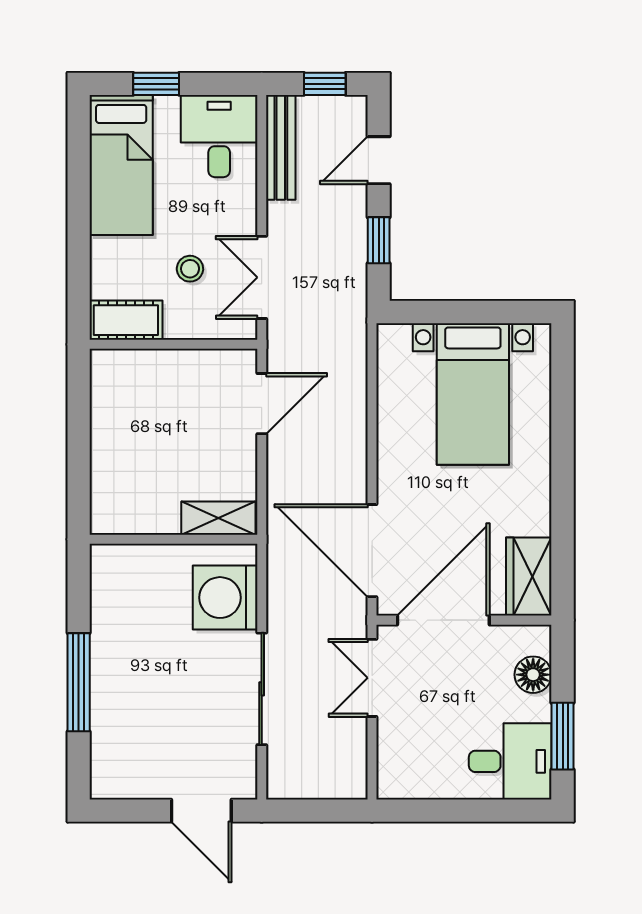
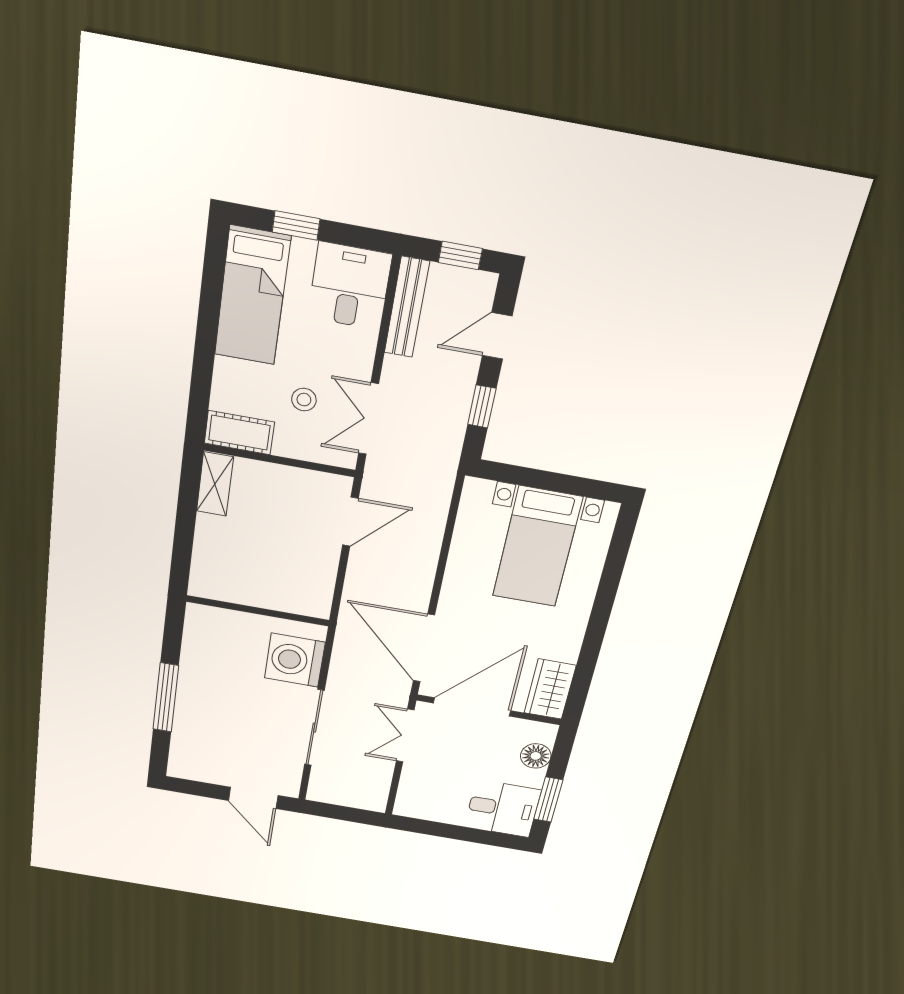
shelving: (218, 518) -> (215, 484), moved, turned 90

